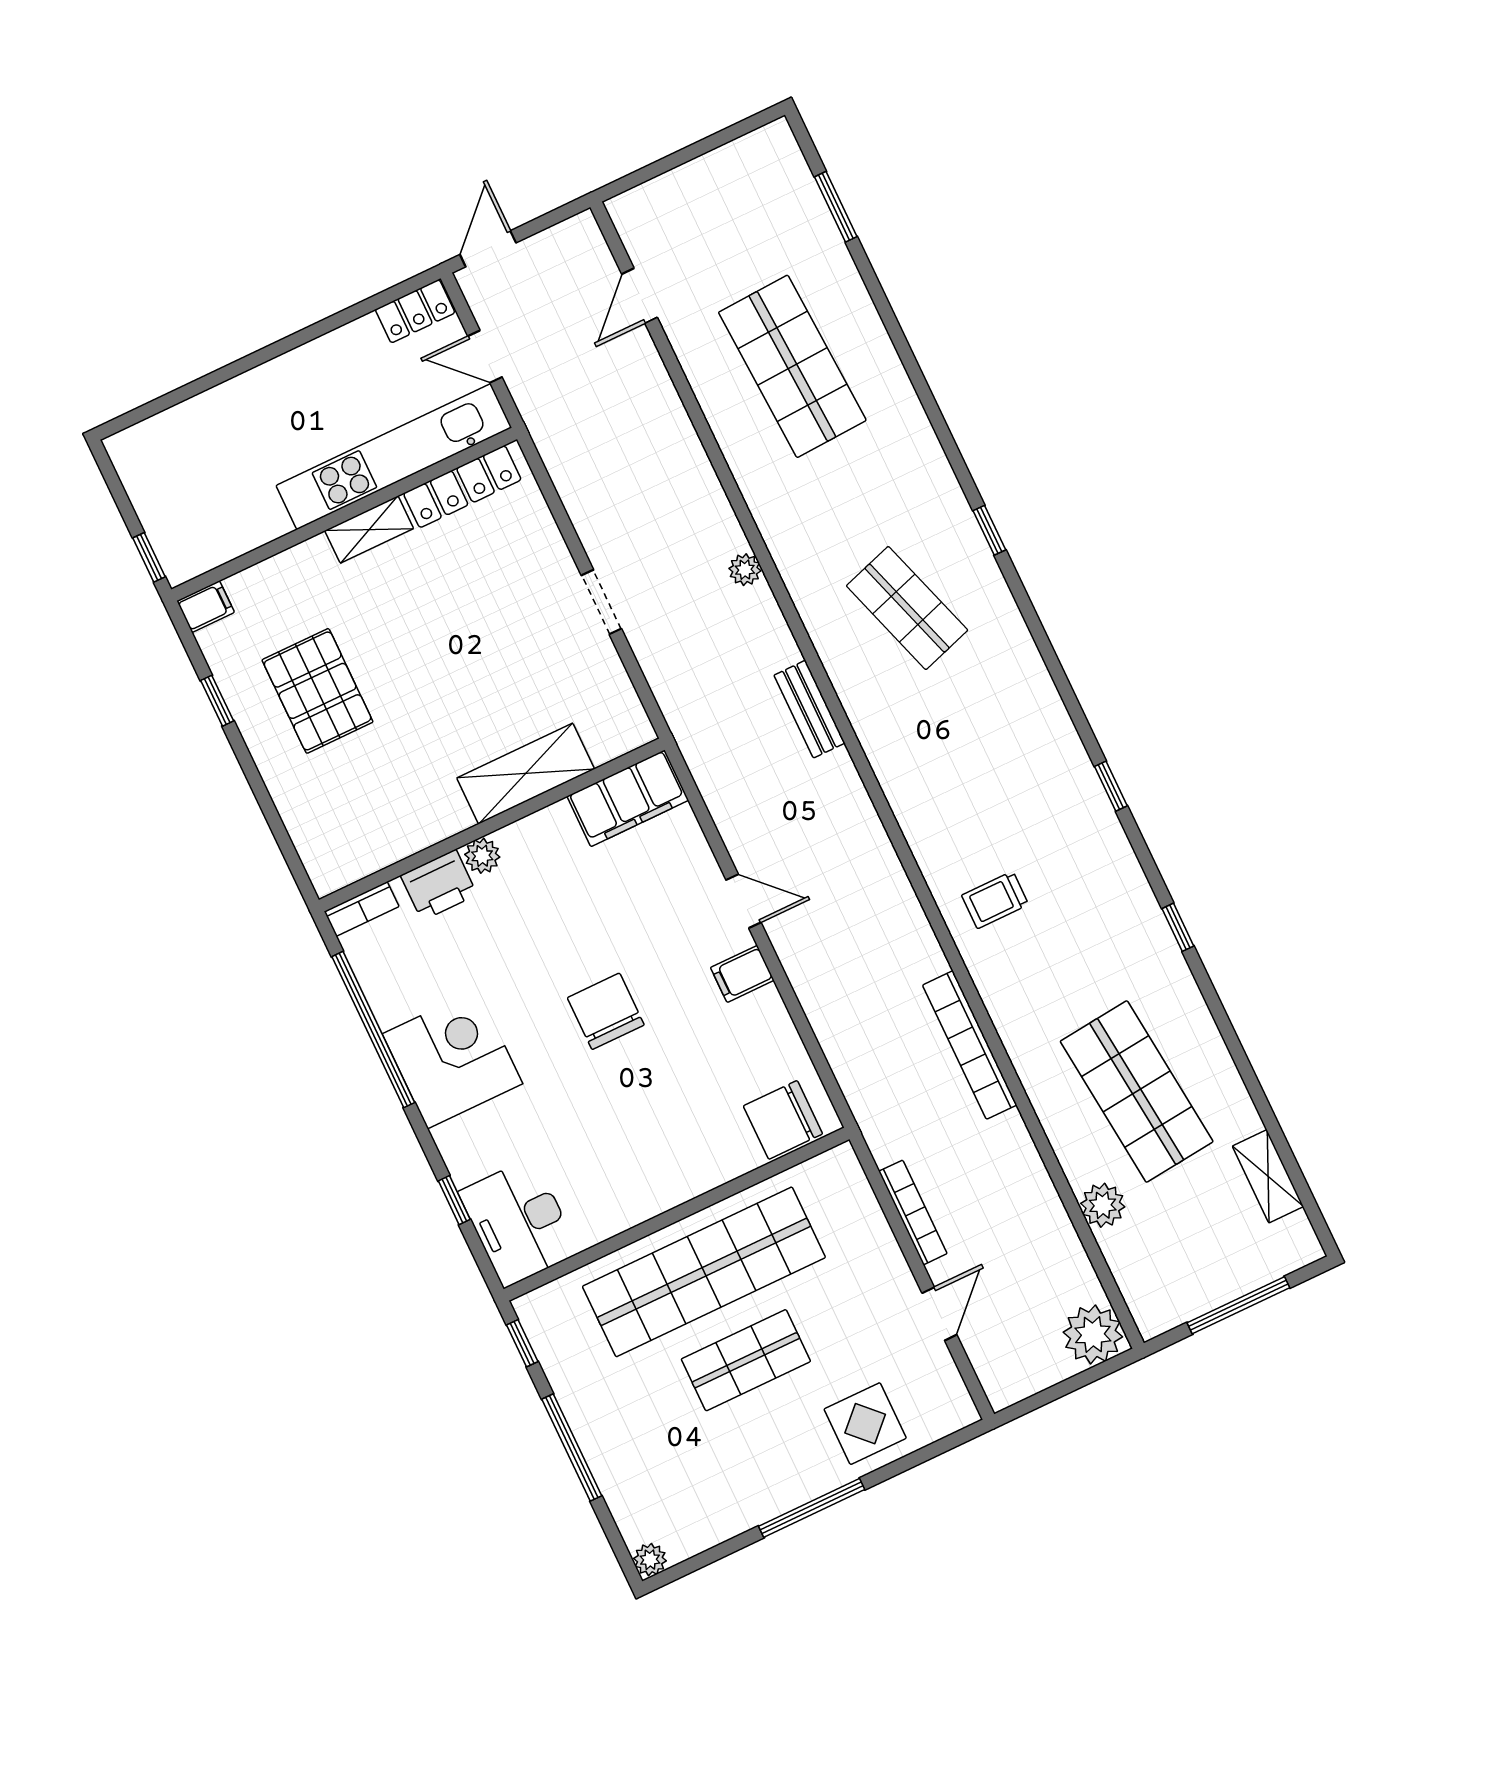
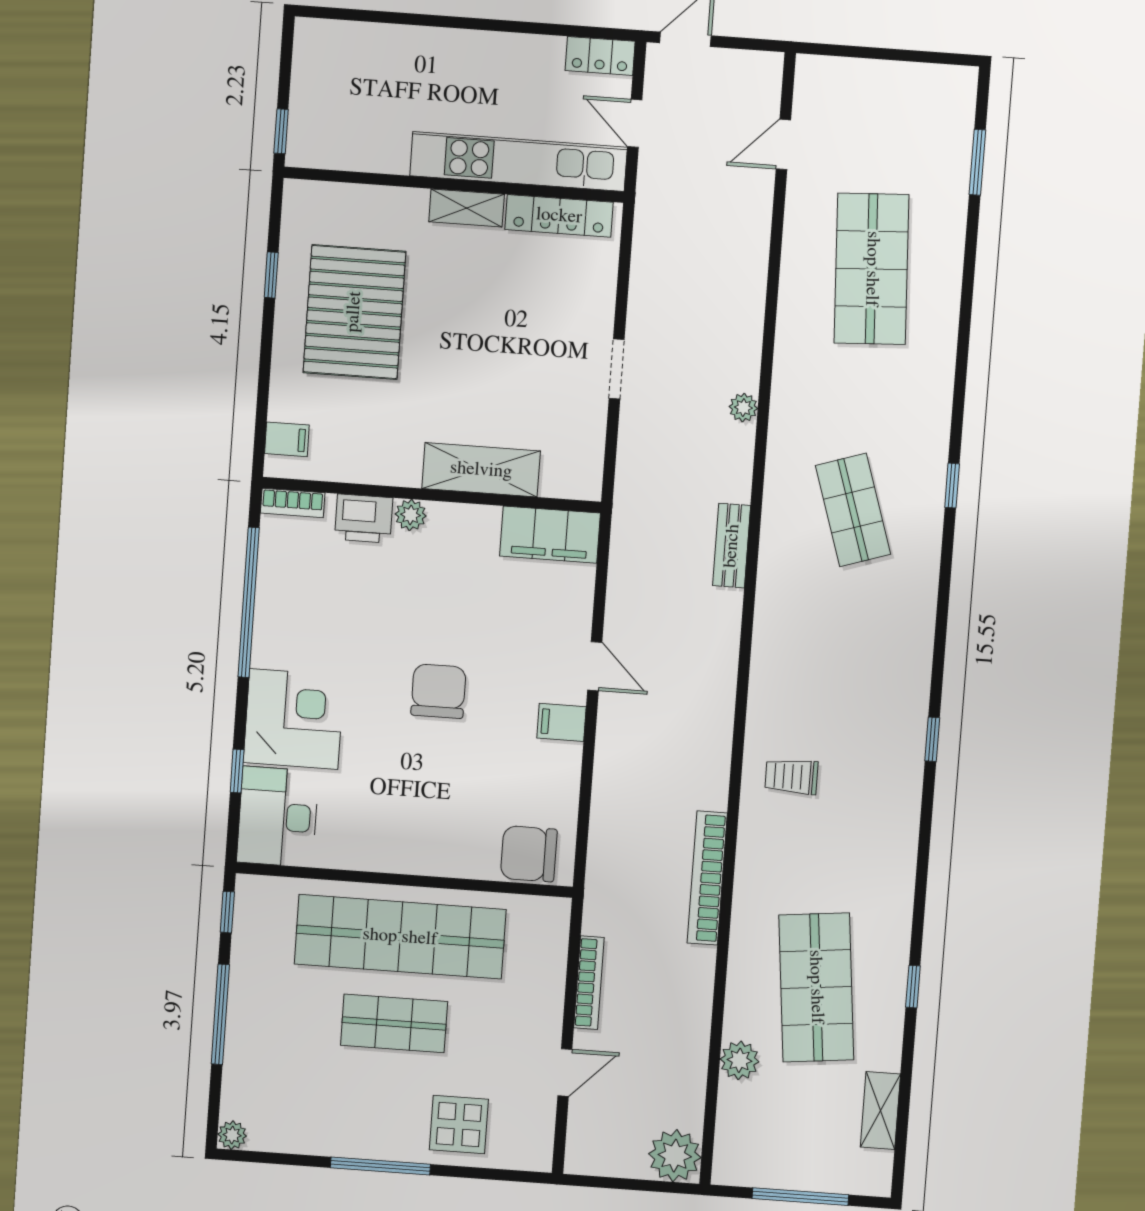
filing cabinet: (206, 607) -> (287, 439), moved
pallet: (318, 691) -> (354, 312), width x1.37, depth x1.41
window: (1178, 927) -> (913, 987), moved
corner desk: (452, 1059) -> (294, 719), moved

